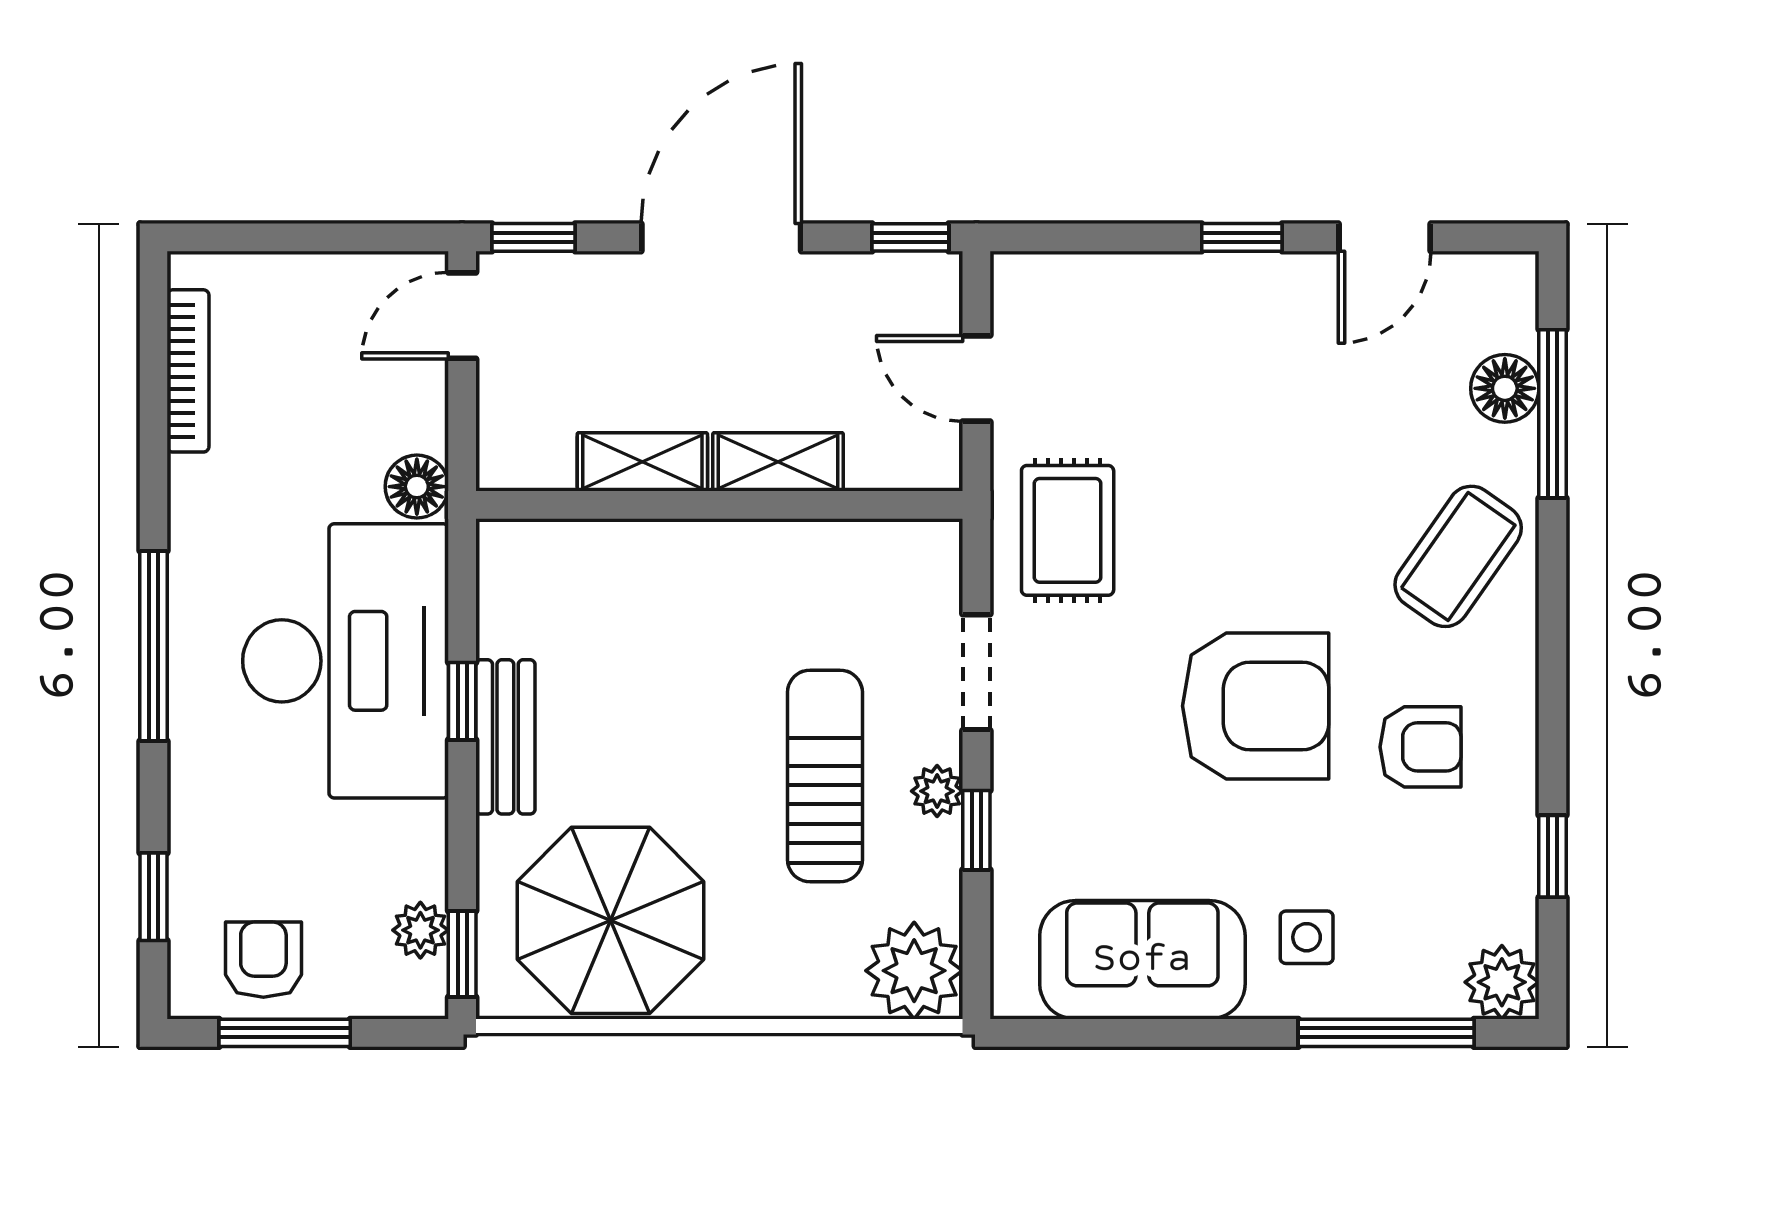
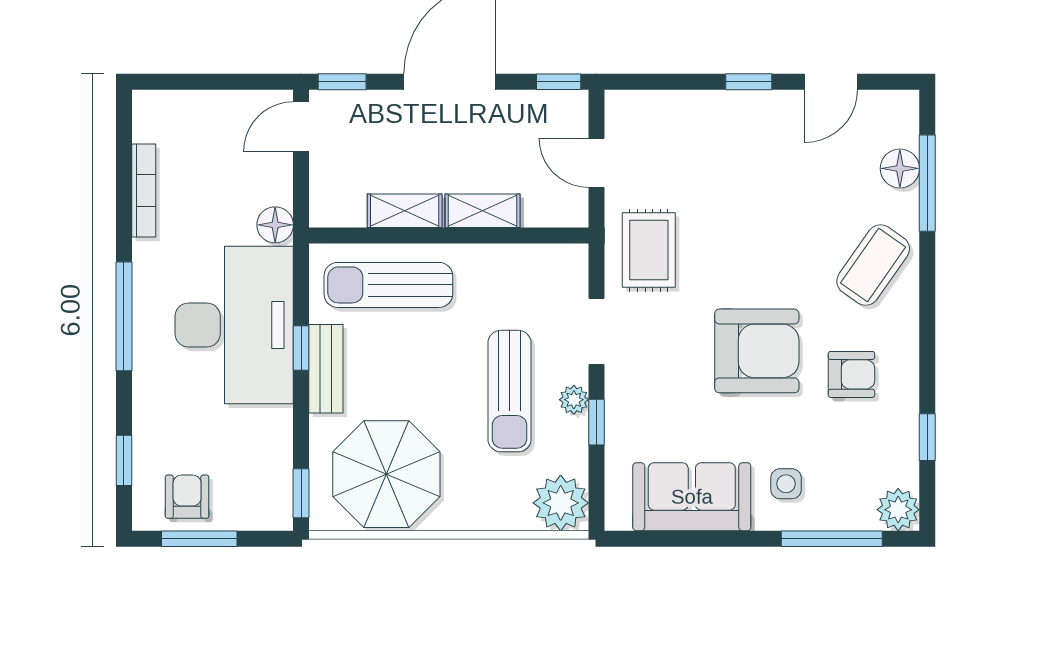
bookcase: (188, 371) -> (144, 190), moved
sun lounger: (614, 591) -> (388, 285), added
sun lounger: (825, 776) -> (509, 391), turned 180
plant: (420, 930) -> (277, 480), removed

